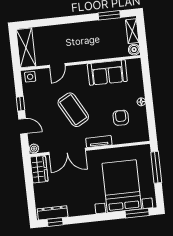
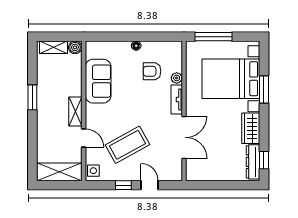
window: (109, 15) -> (32, 97), moved
shelving: (79, 56) -> (75, 111), added
coffee table: (73, 110) -> (128, 145), moved
door: (23, 126) -> (149, 185), hinge flipped
plant: (34, 149) -> (177, 78), moved
wardrobe: (39, 169) -> (251, 128), moved, turned -90
window: (137, 213) -> (264, 89), moved

